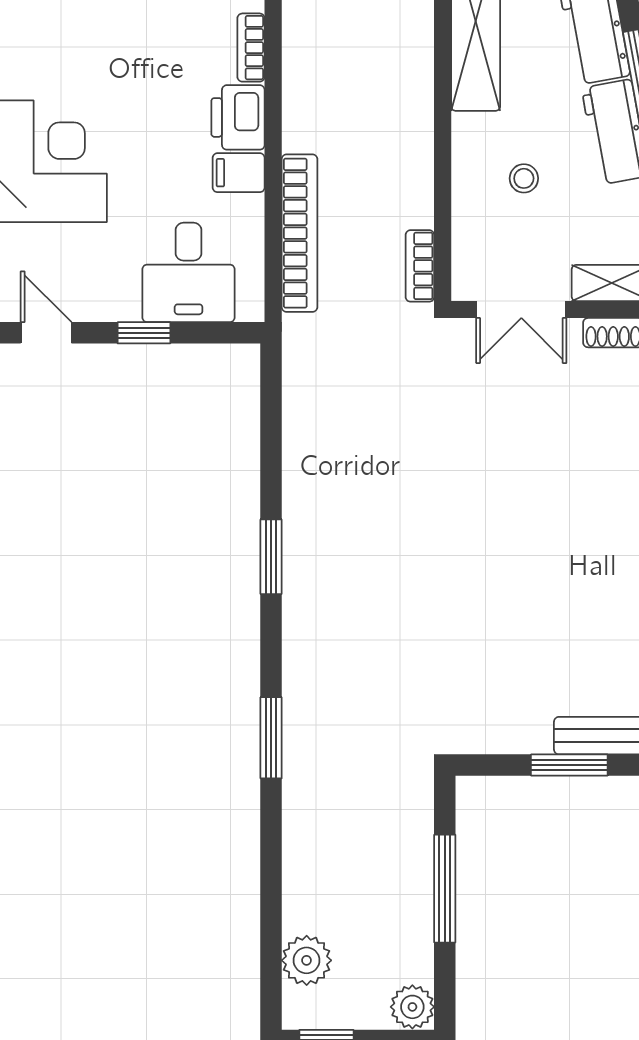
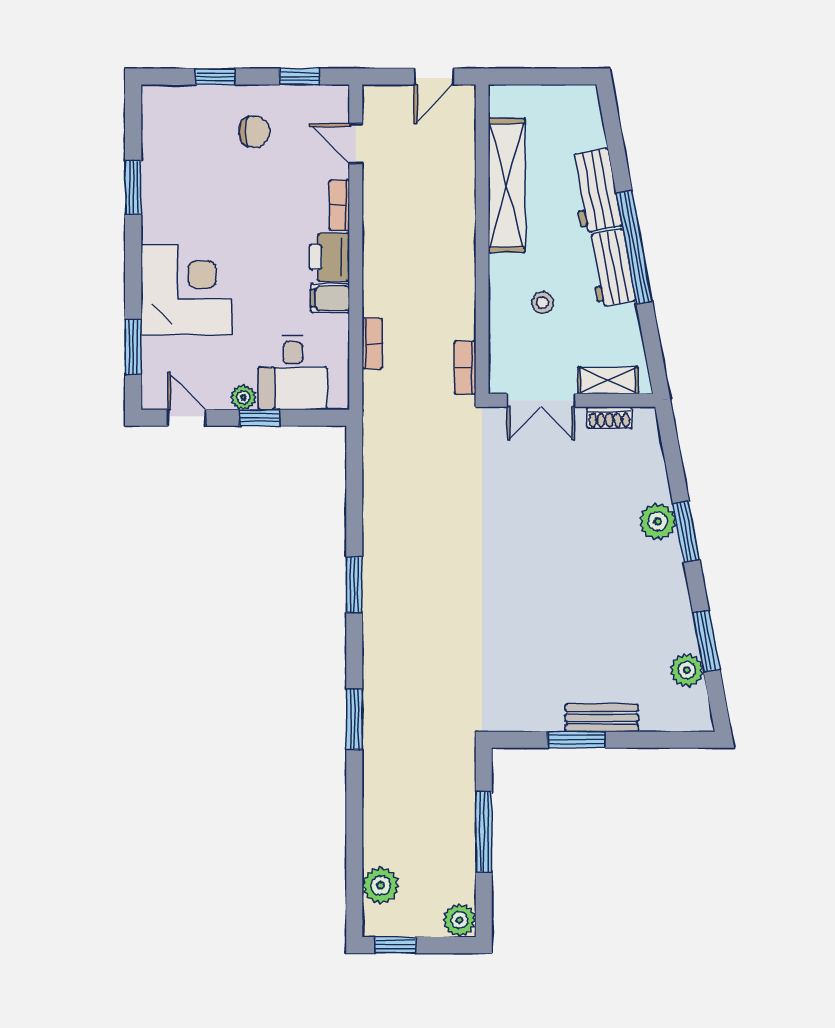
bookcase: (300, 233) -> (372, 343), width x0.43, depth x0.76
plant: (122, 306) -> (243, 397), added

